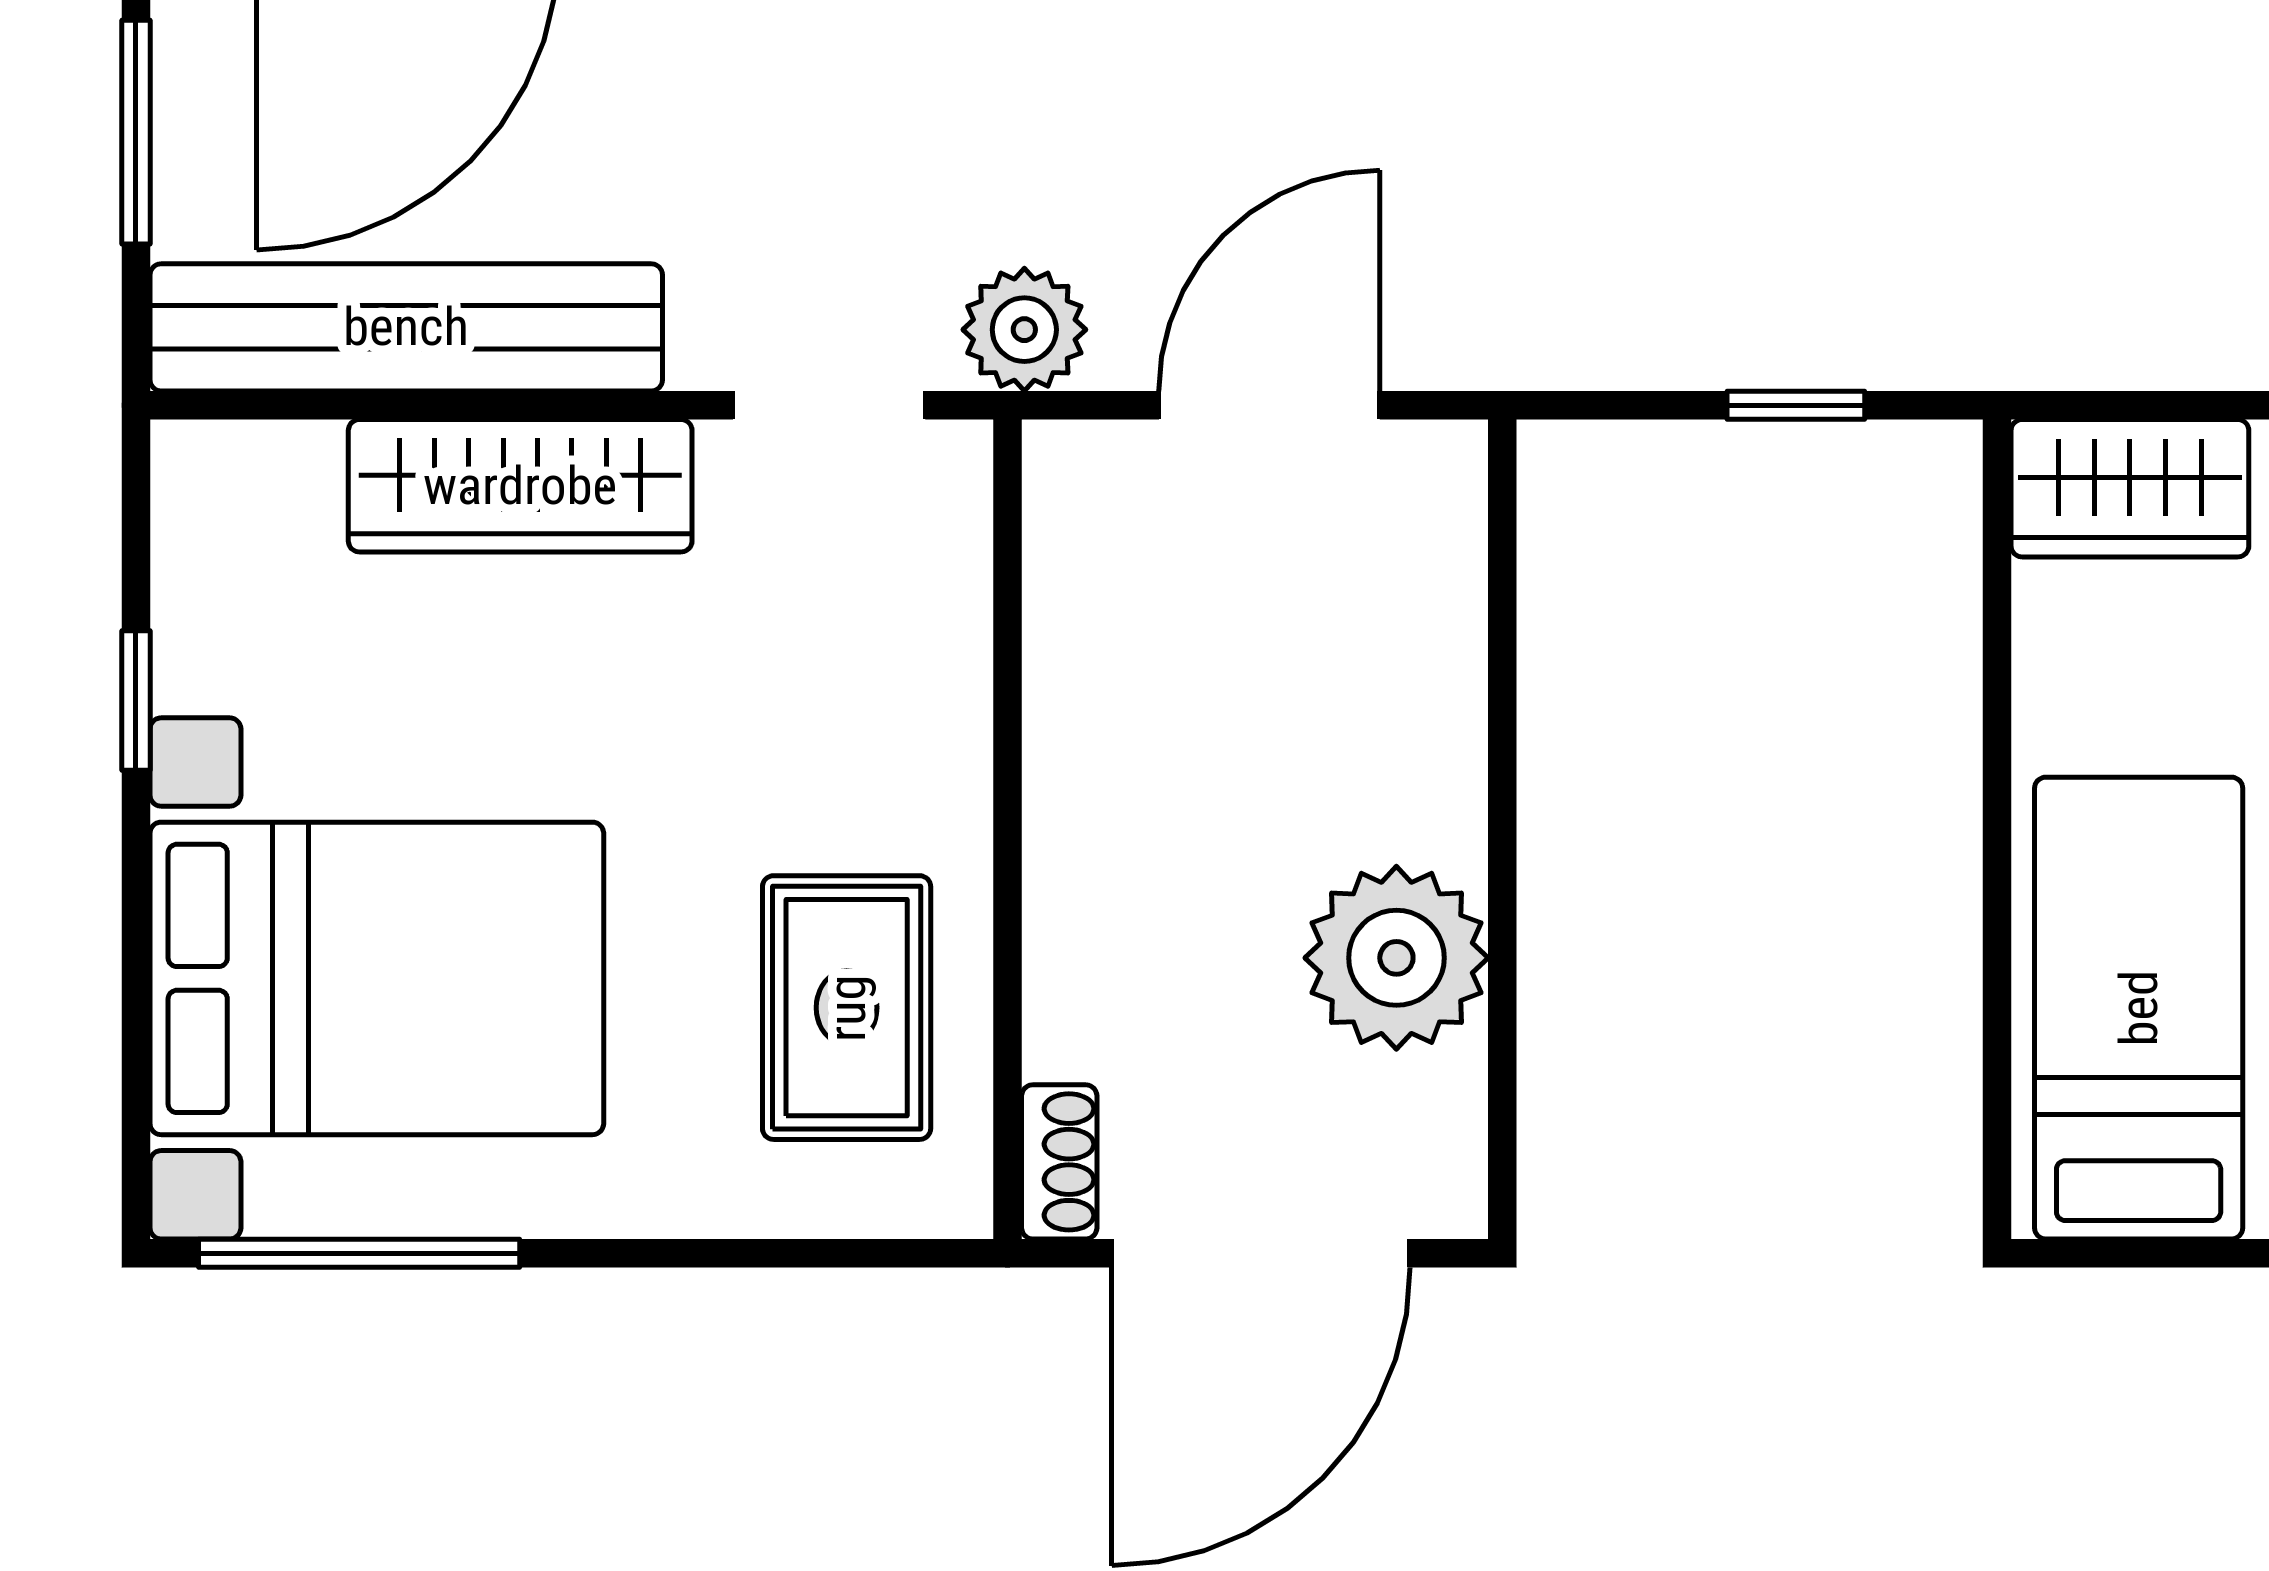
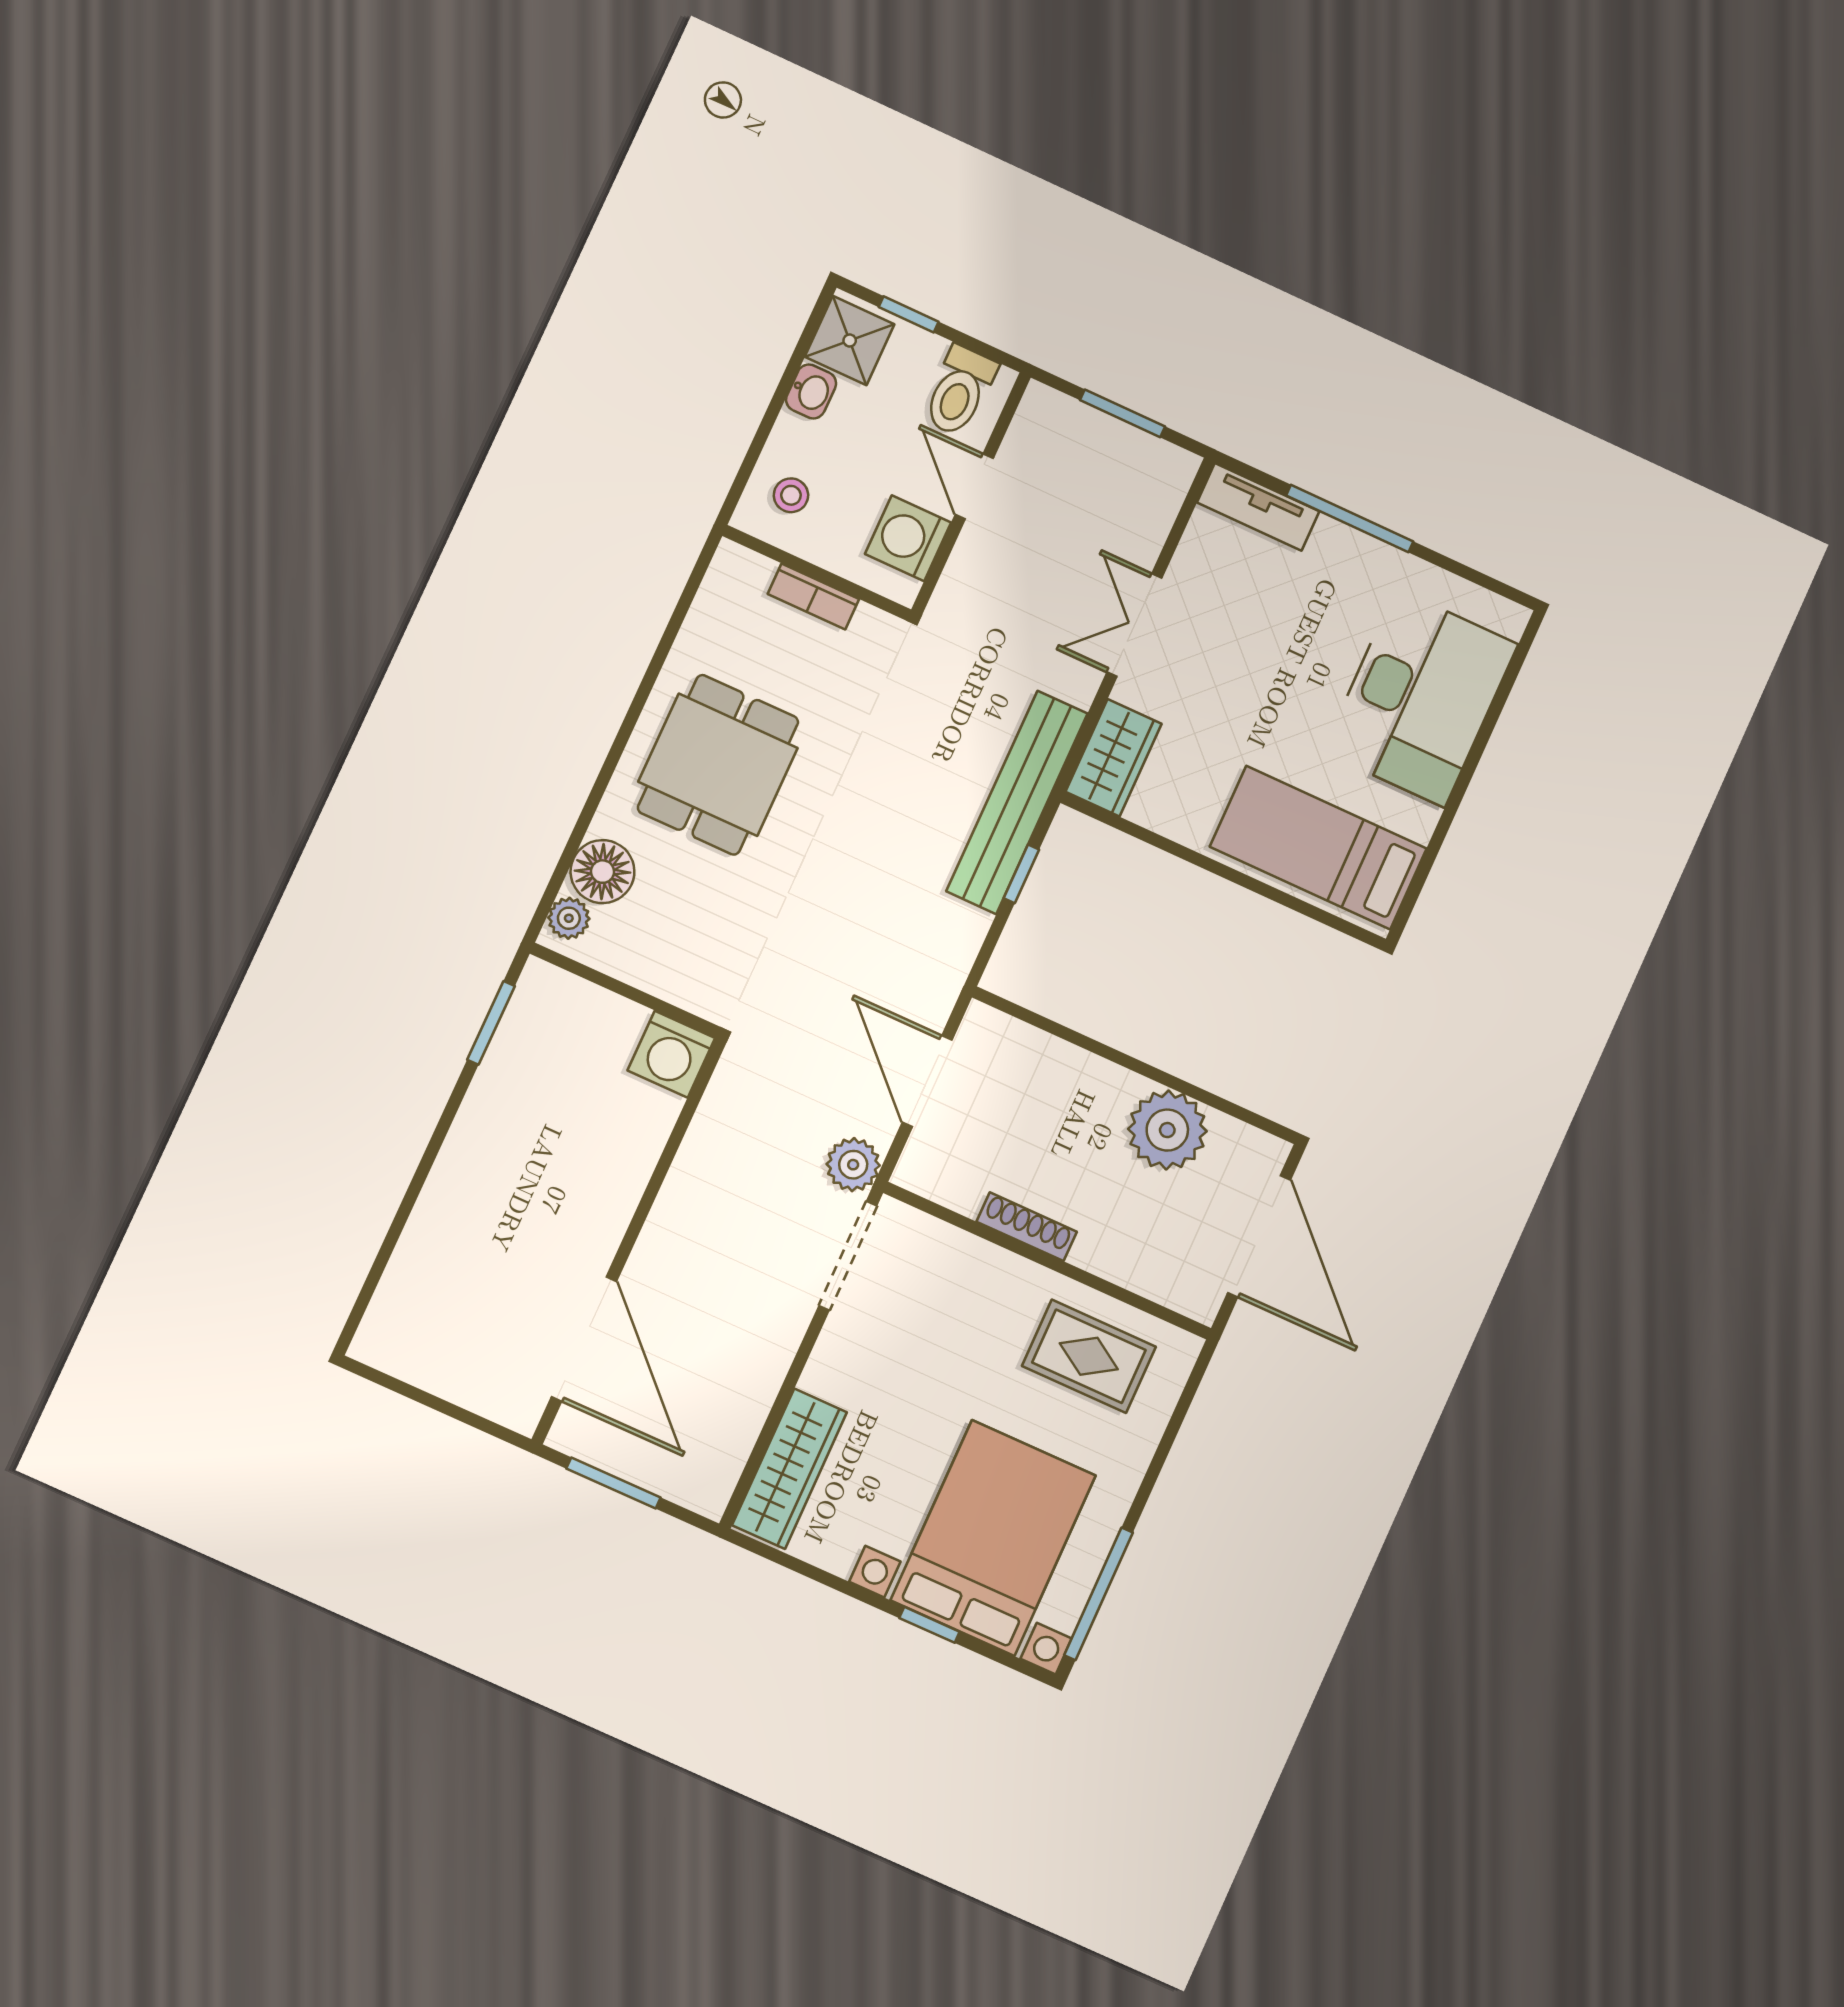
bench: (406, 327) -> (1017, 802), moved
doorway: (829, 405) -> (848, 1256), width x1.38
wardrobe: (520, 486) -> (790, 1469), moved
window: (136, 700) -> (929, 1625), moved
shoe rack: (1059, 1162) -> (1027, 1227), moved, width x1.43

